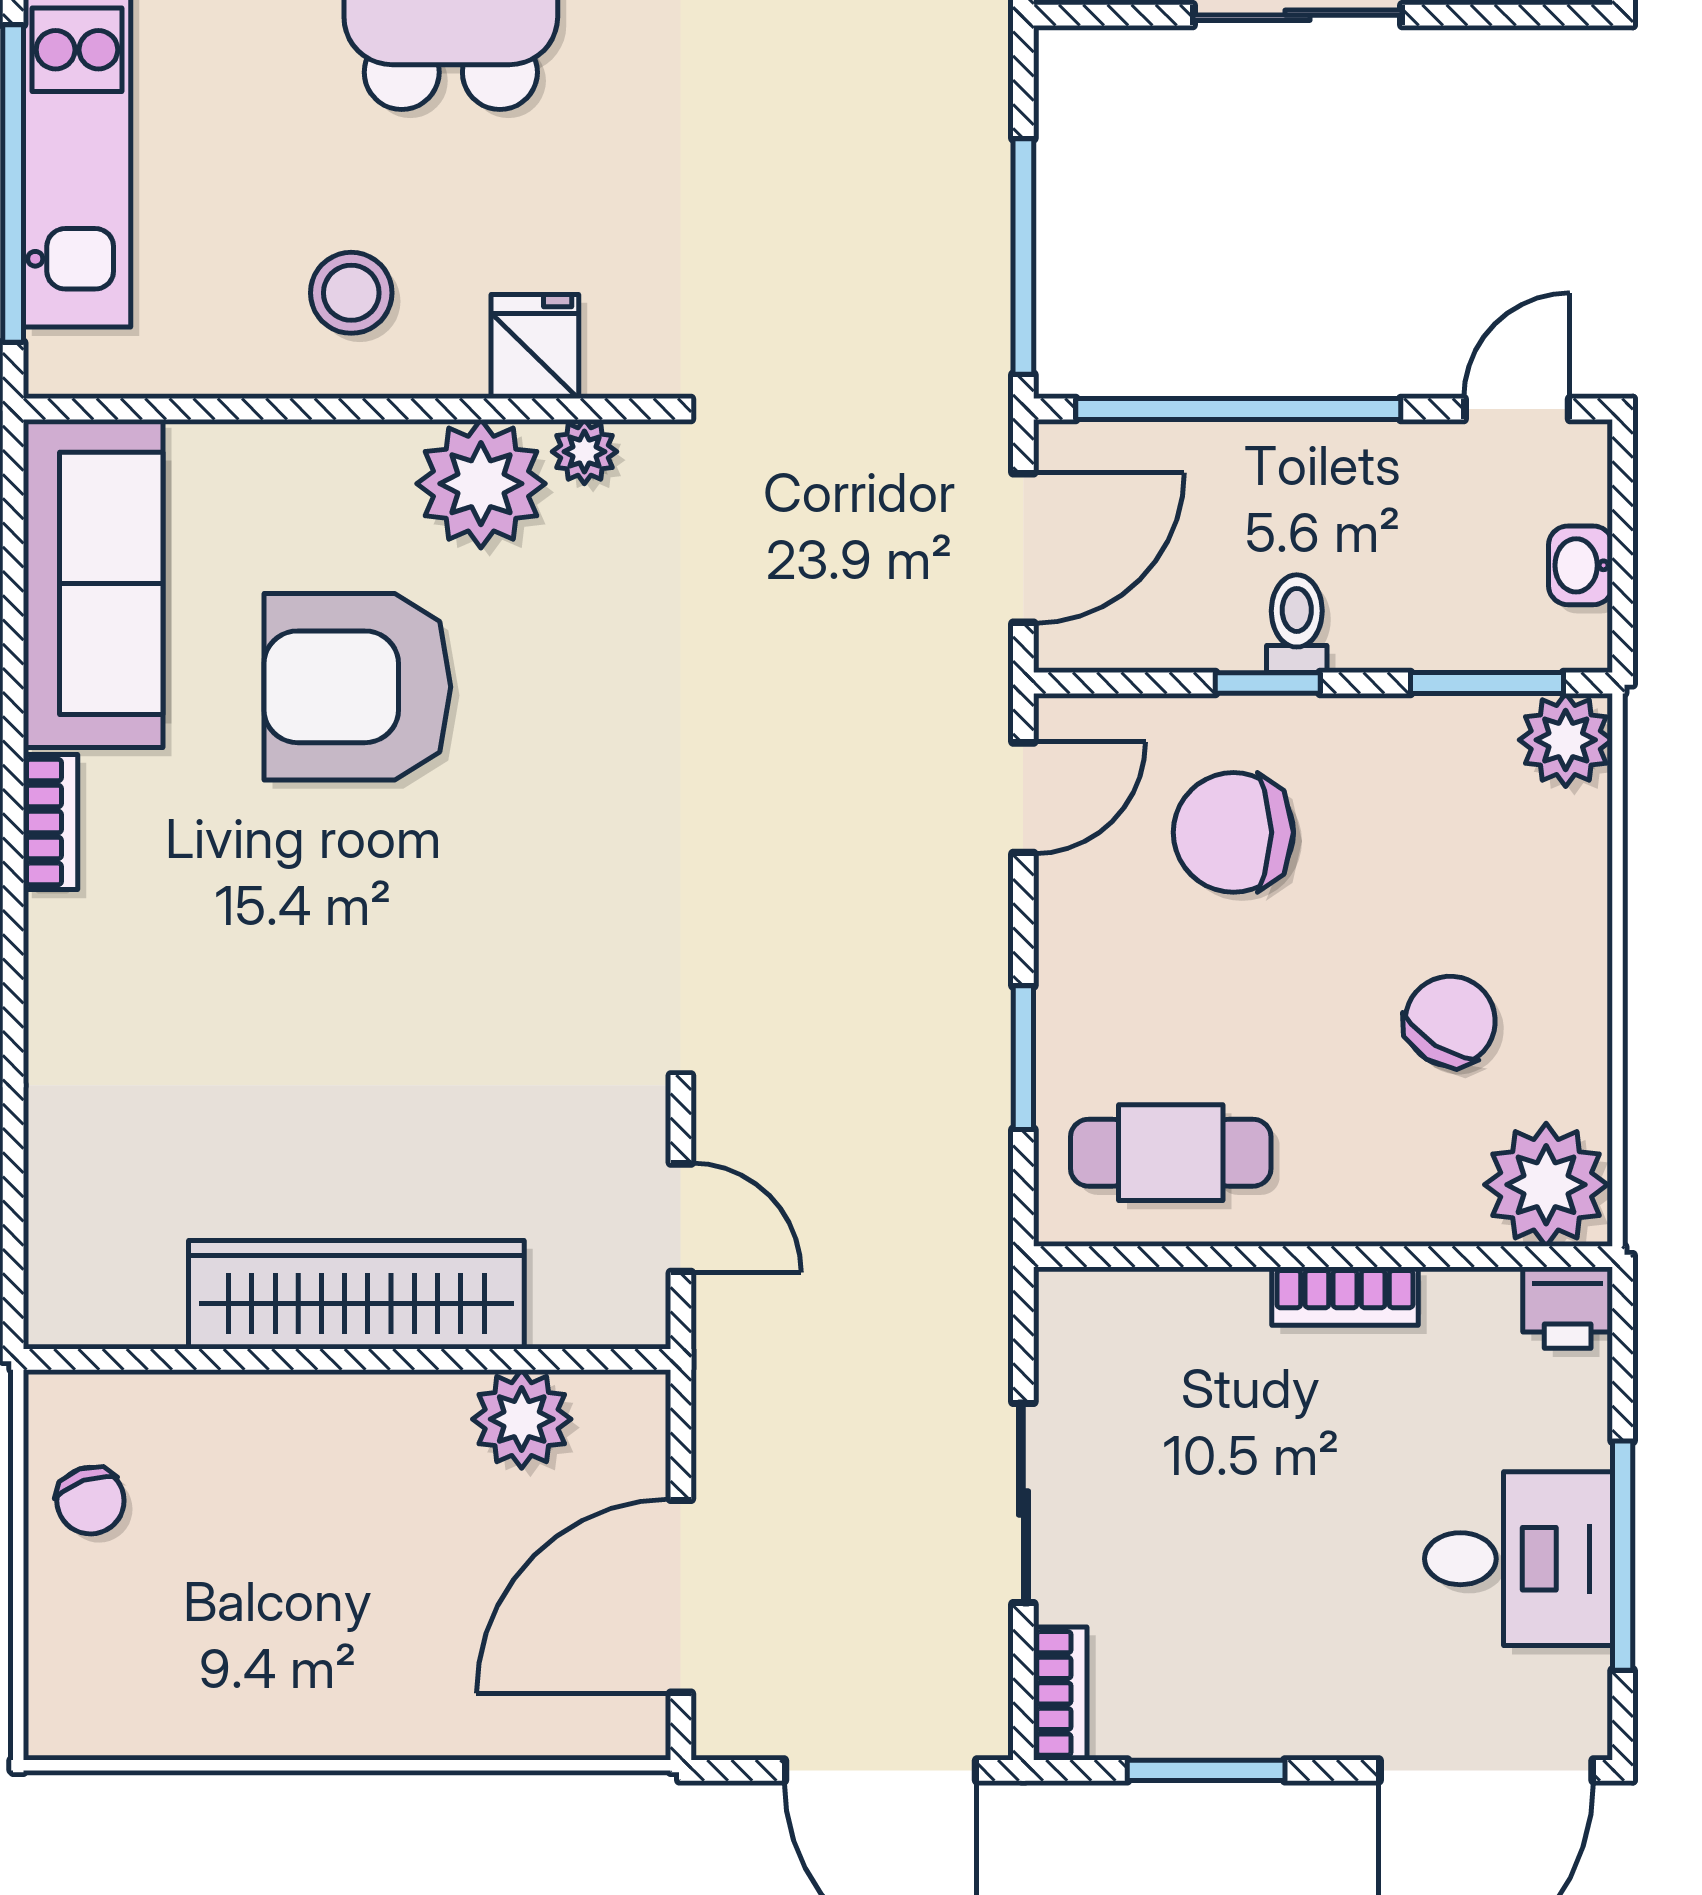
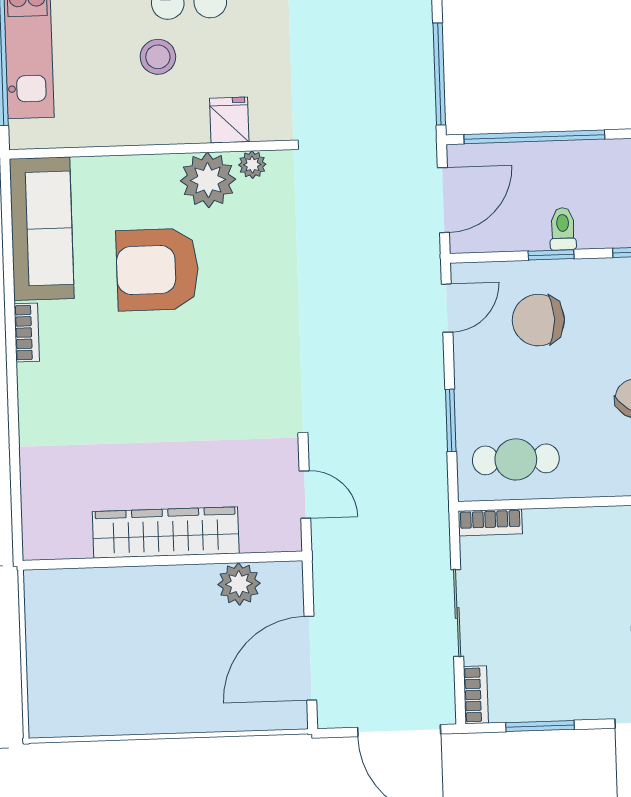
stool: (351, 293) -> (158, 57), moved
bookcase: (1345, 1296) -> (490, 522), moved
chair: (90, 1501) -> (54, 625), removed

